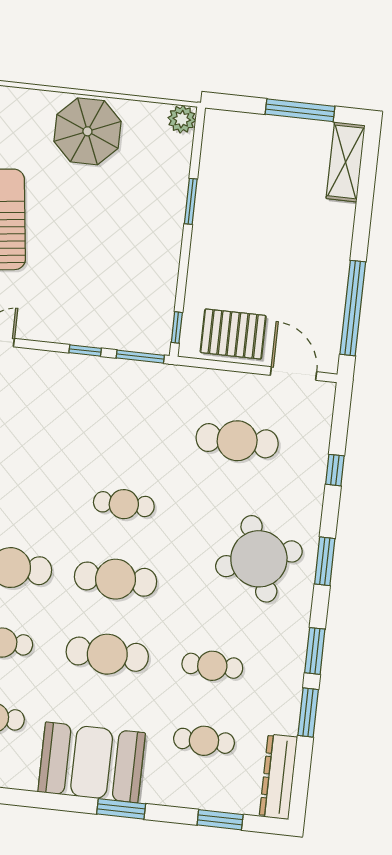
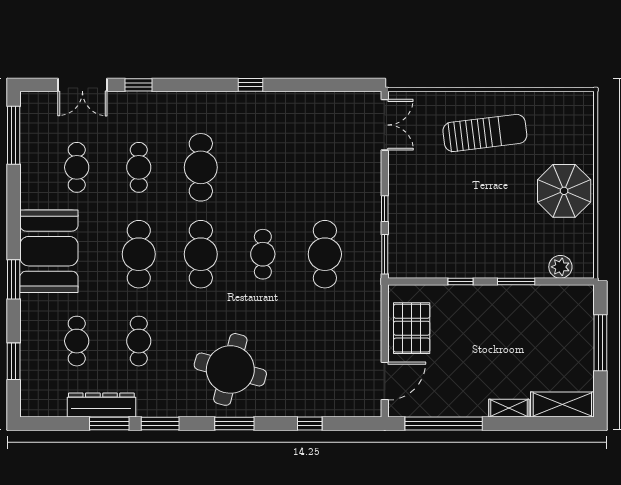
window: (300, 110) -> (600, 343), moved
plant: (182, 119) -> (560, 267), moved
shelving: (343, 227) -> (509, 408), added
window: (177, 327) -> (461, 282), moved
cafe table: (237, 441) -> (325, 254), moved
round table: (259, 559) -> (230, 369), turned 34
dresser: (278, 777) -> (101, 405), moved

